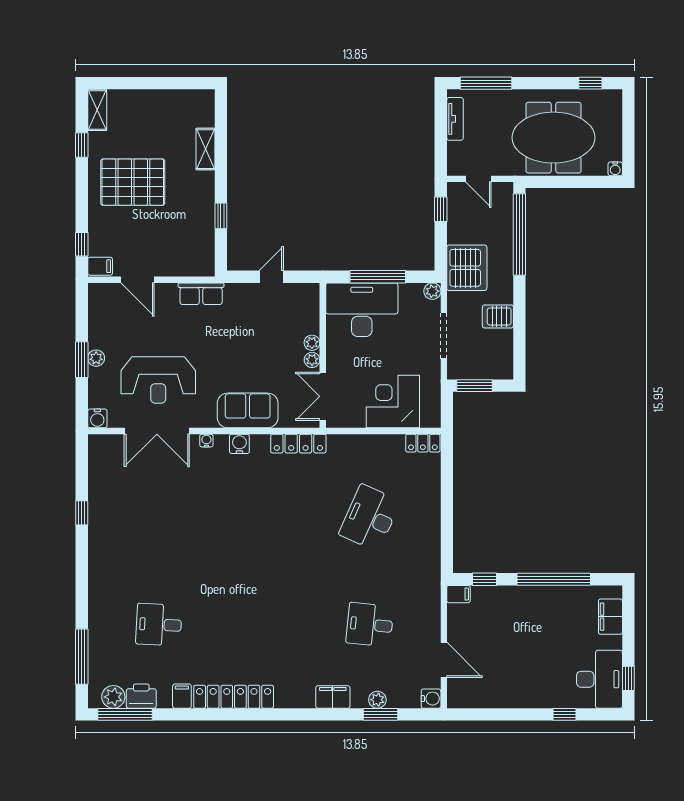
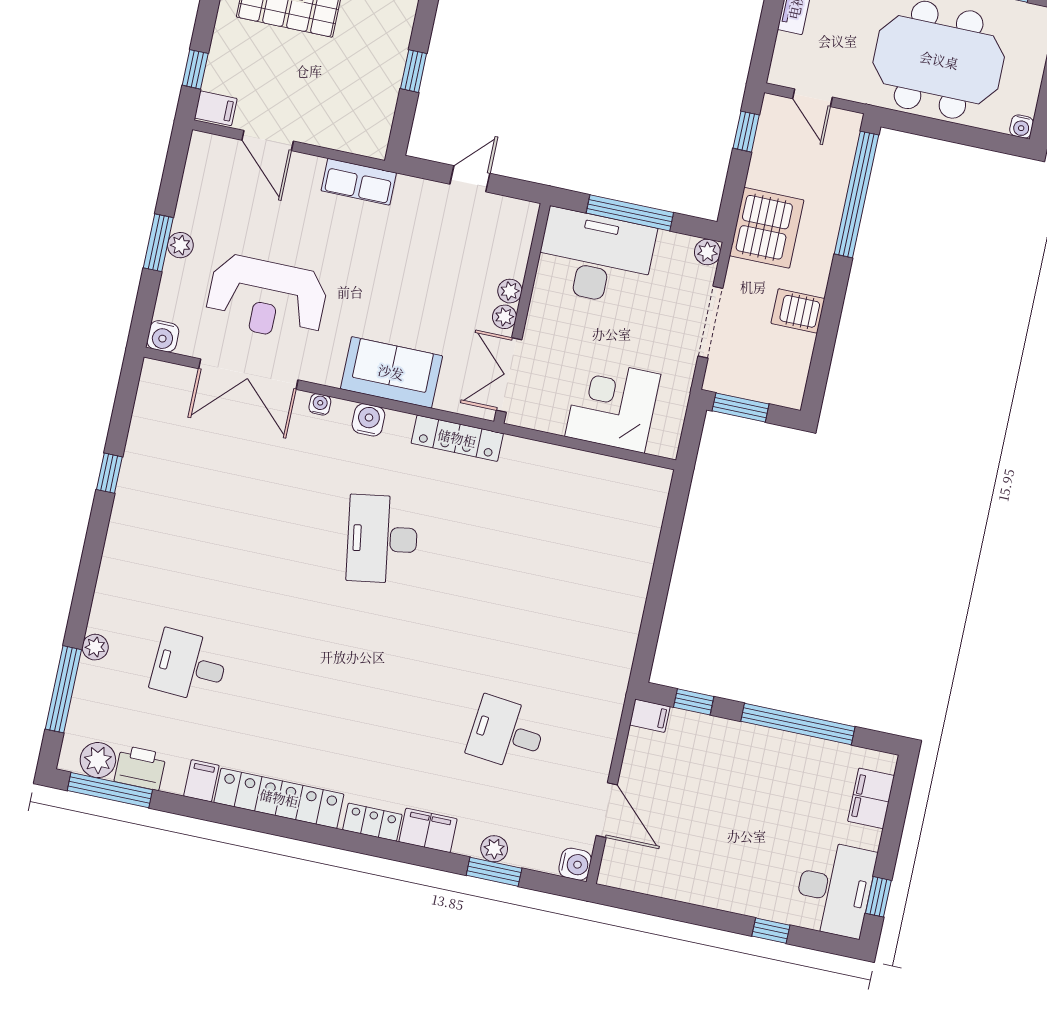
locker: (423, 443) -> (372, 822), moved, turned 180
desk: (370, 518) -> (382, 539), moved, turned -33
plant: (96, 625) -> (95, 647), added

